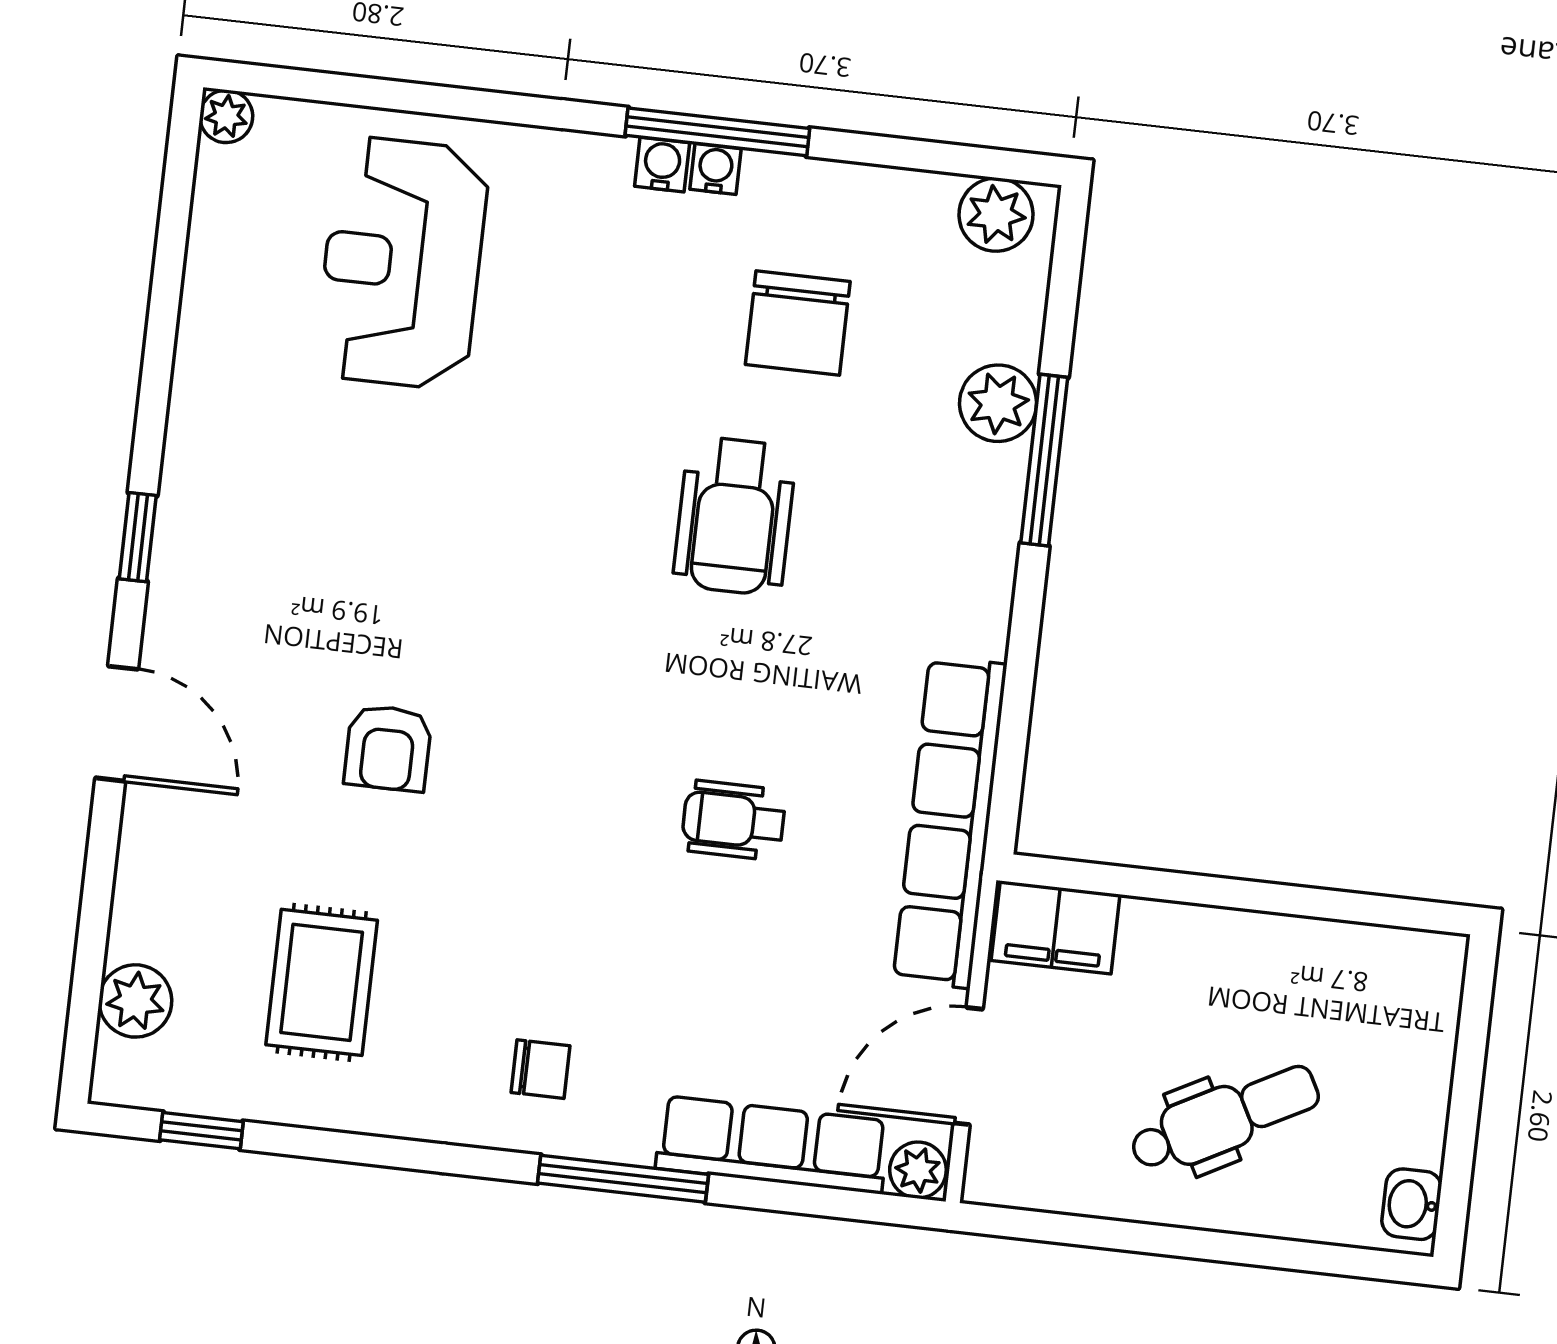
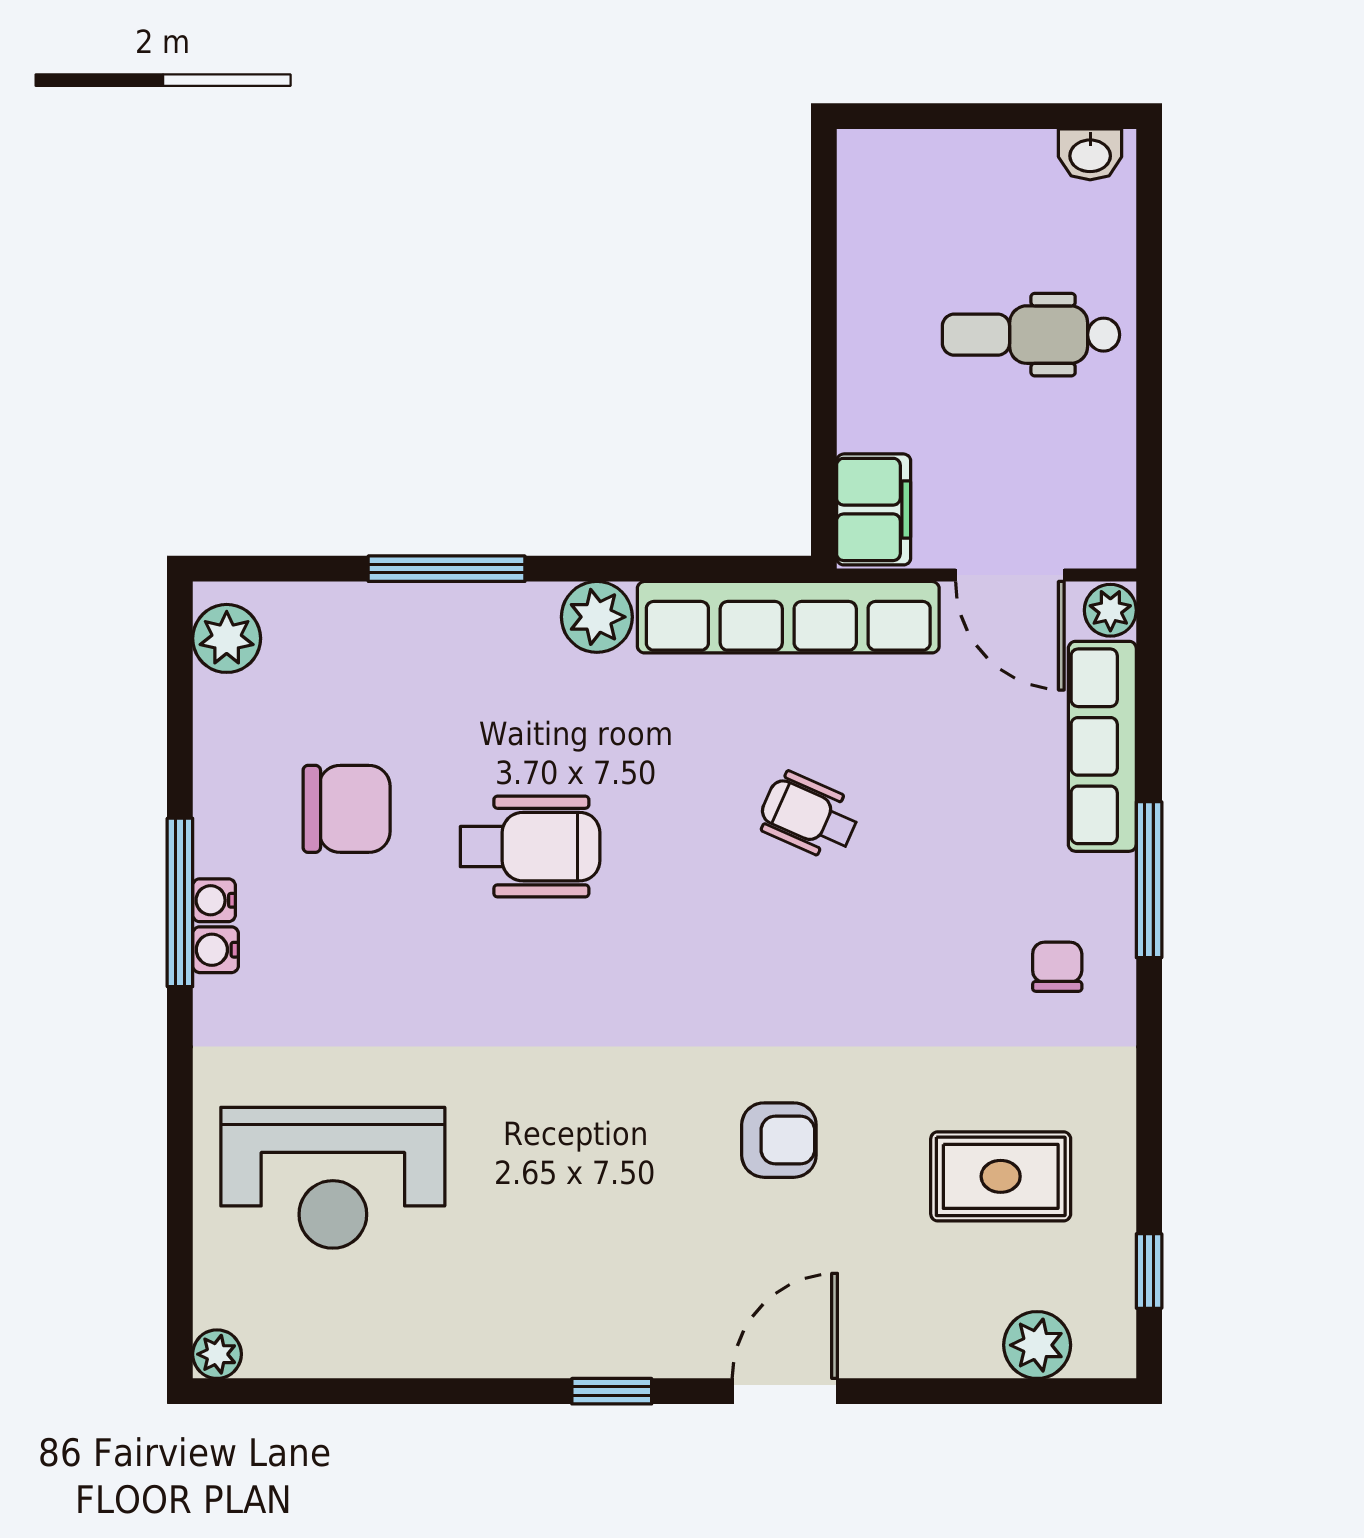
plant: (998, 403) -> (597, 617), moved
wheelchair: (734, 820) -> (809, 816), turned 114
dental chair: (1225, 1118) -> (1031, 335), turned -62

